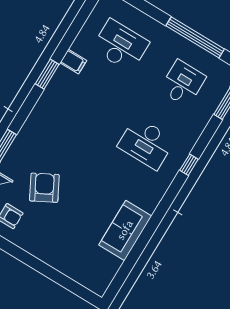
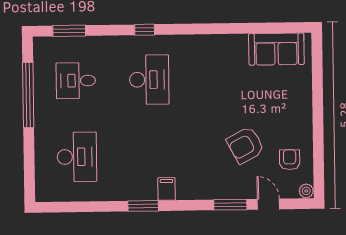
desk: (120, 46) -> (77, 157), turned 180
filing cabinet: (73, 62) -> (167, 189), moved
sofa: (125, 230) -> (276, 49), moved

